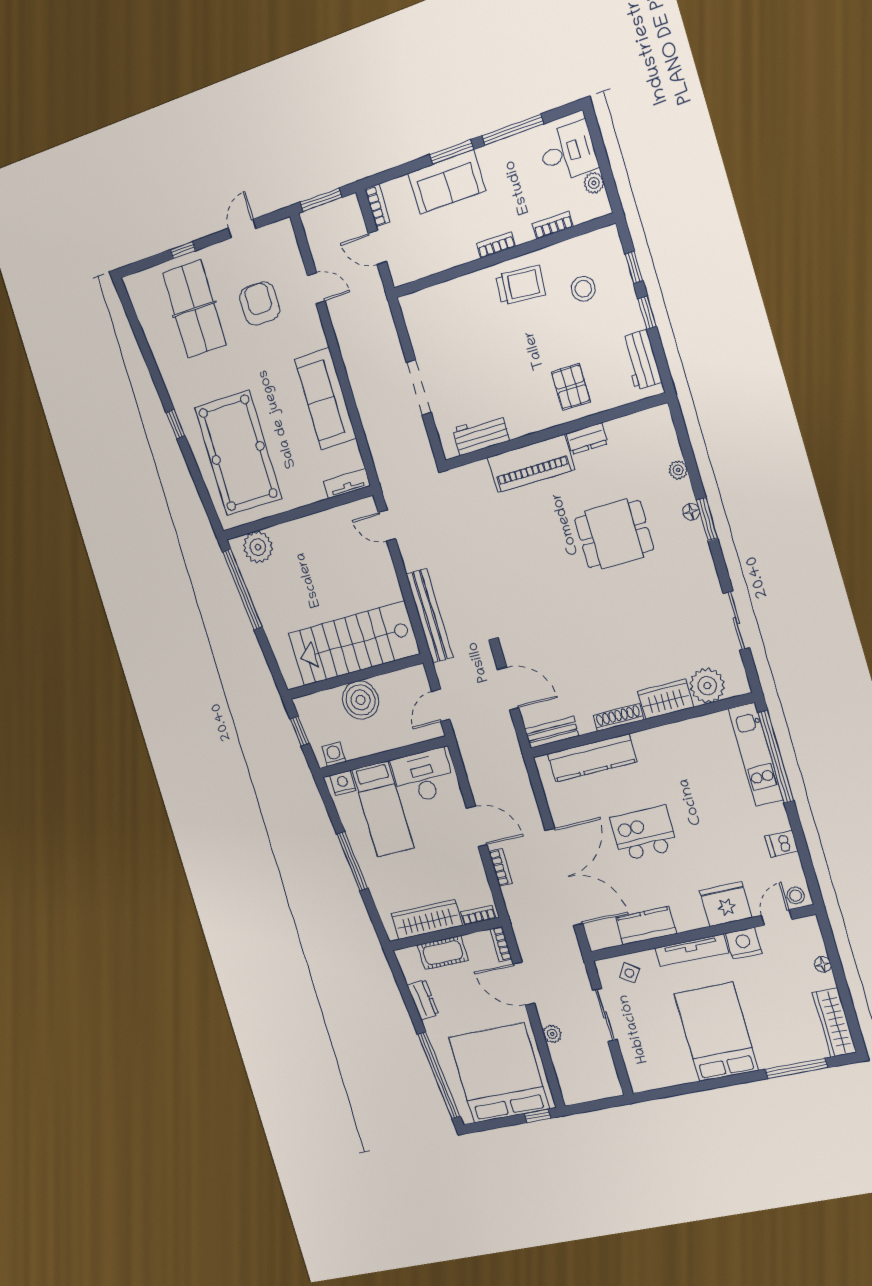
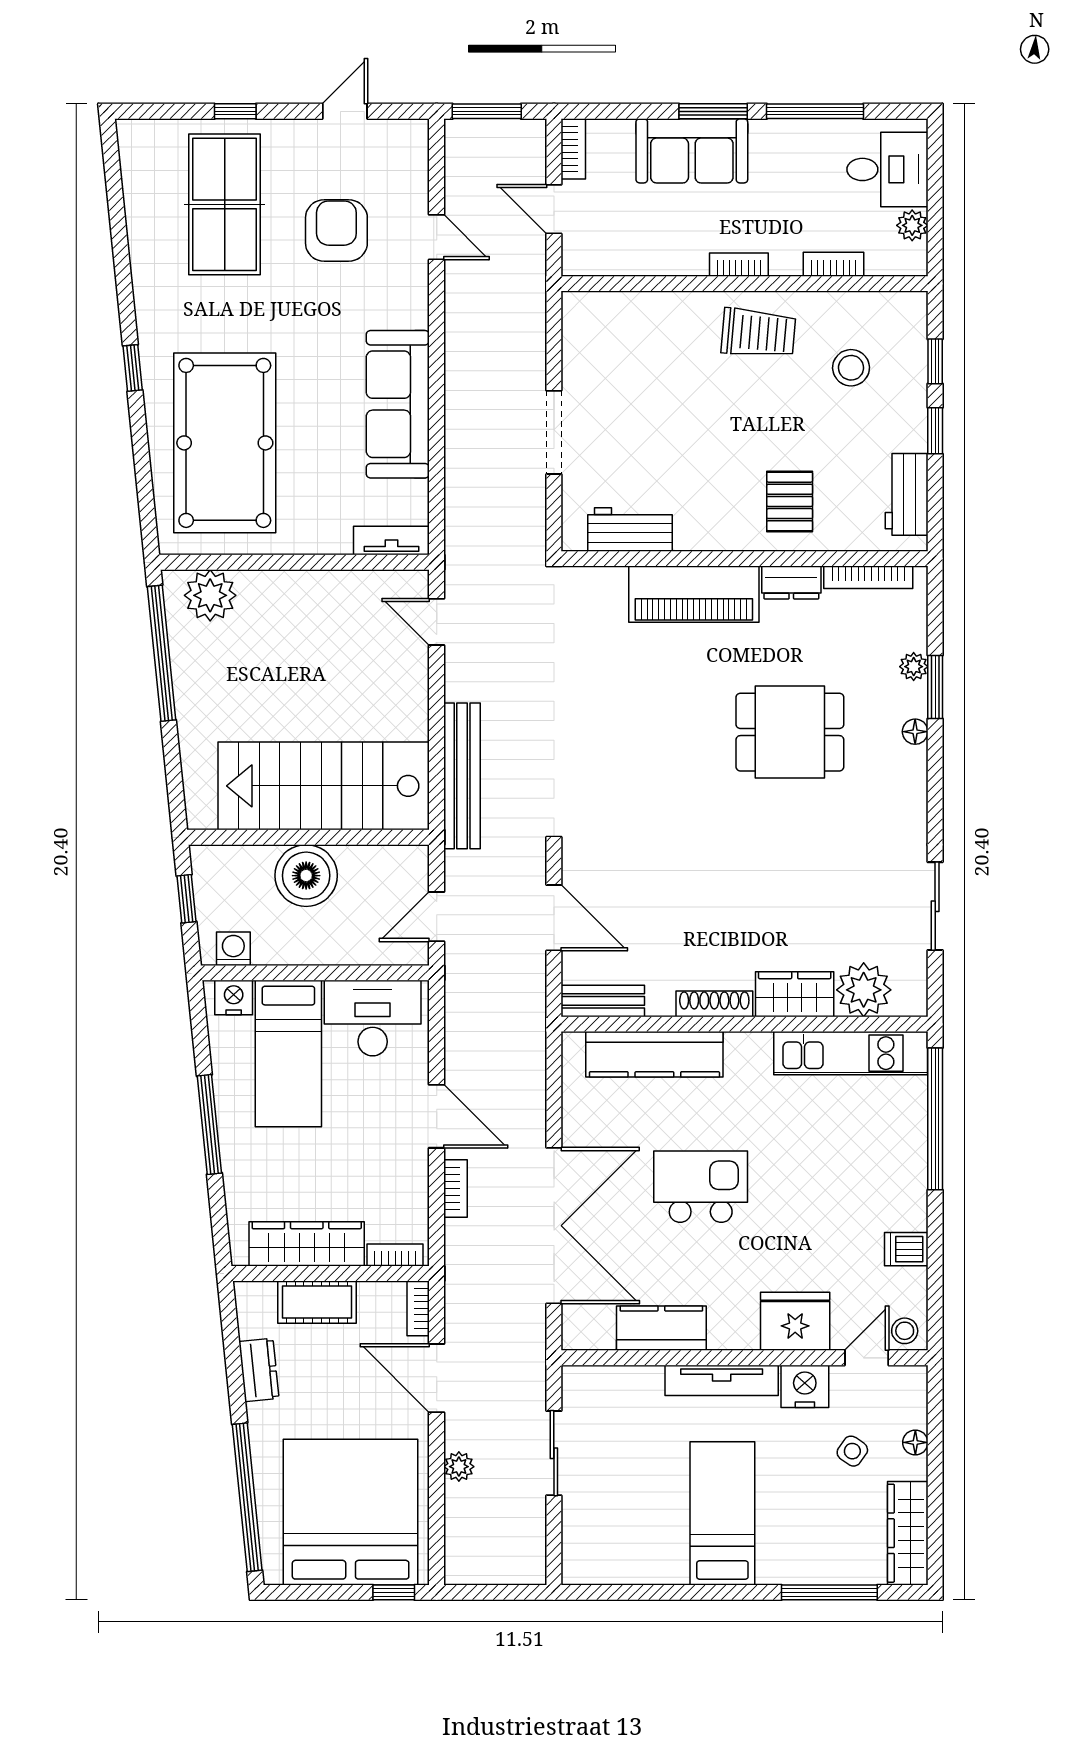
bookcase: (633, 421) -> (868, 577), added
window: (707, 519) -> (935, 687), moved
kitchen unit: (756, 754) -> (851, 1053), moved, turned -90
side table: (629, 973) -> (852, 1451), moved
bed: (716, 1032) -> (722, 1513), width x0.67

